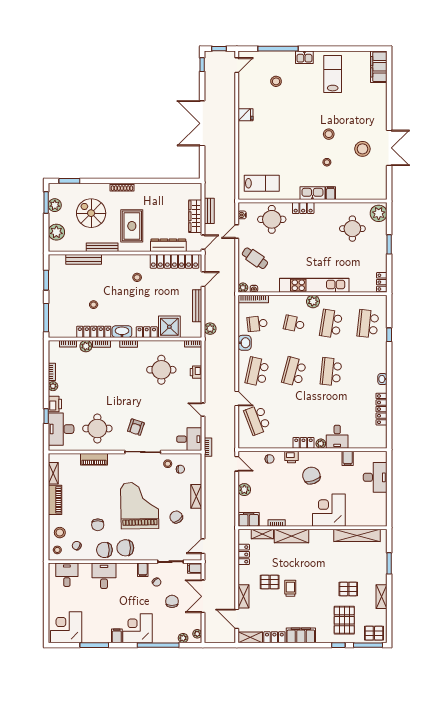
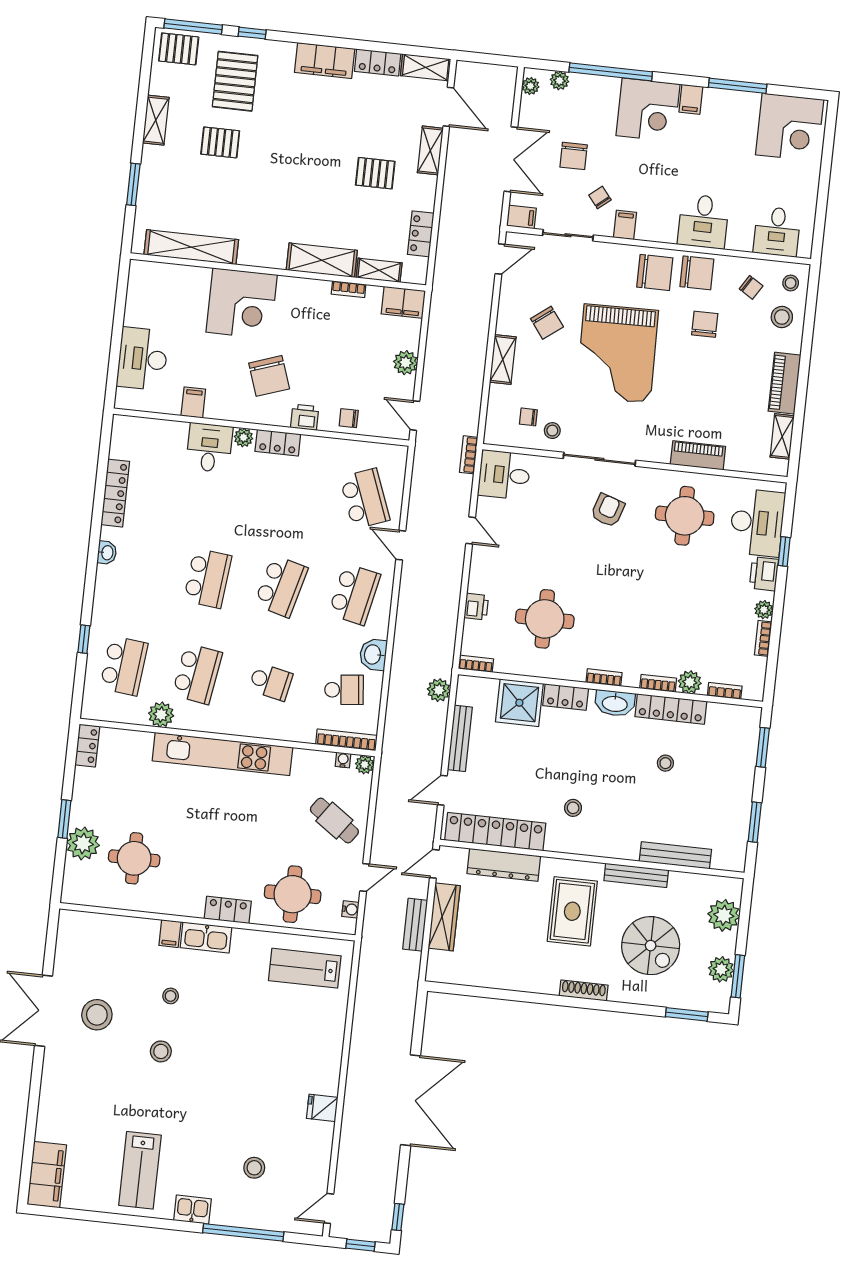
plant: (379, 213) -> (83, 843), moved
plant: (313, 301) -> (161, 715), moved
window: (46, 318) -> (763, 747), width x0.69
trolley: (290, 588) -> (335, 156), removed

